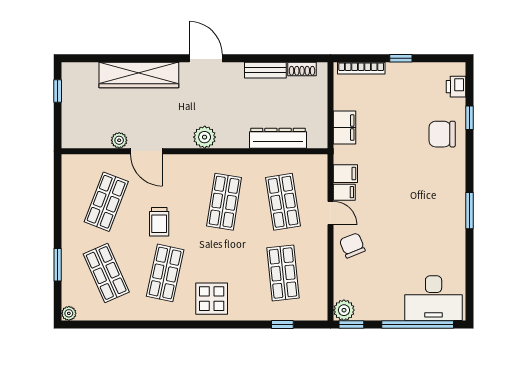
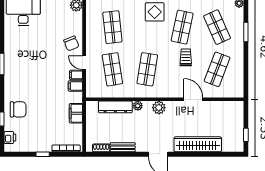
plant: (119, 140) -> (138, 106), moved

